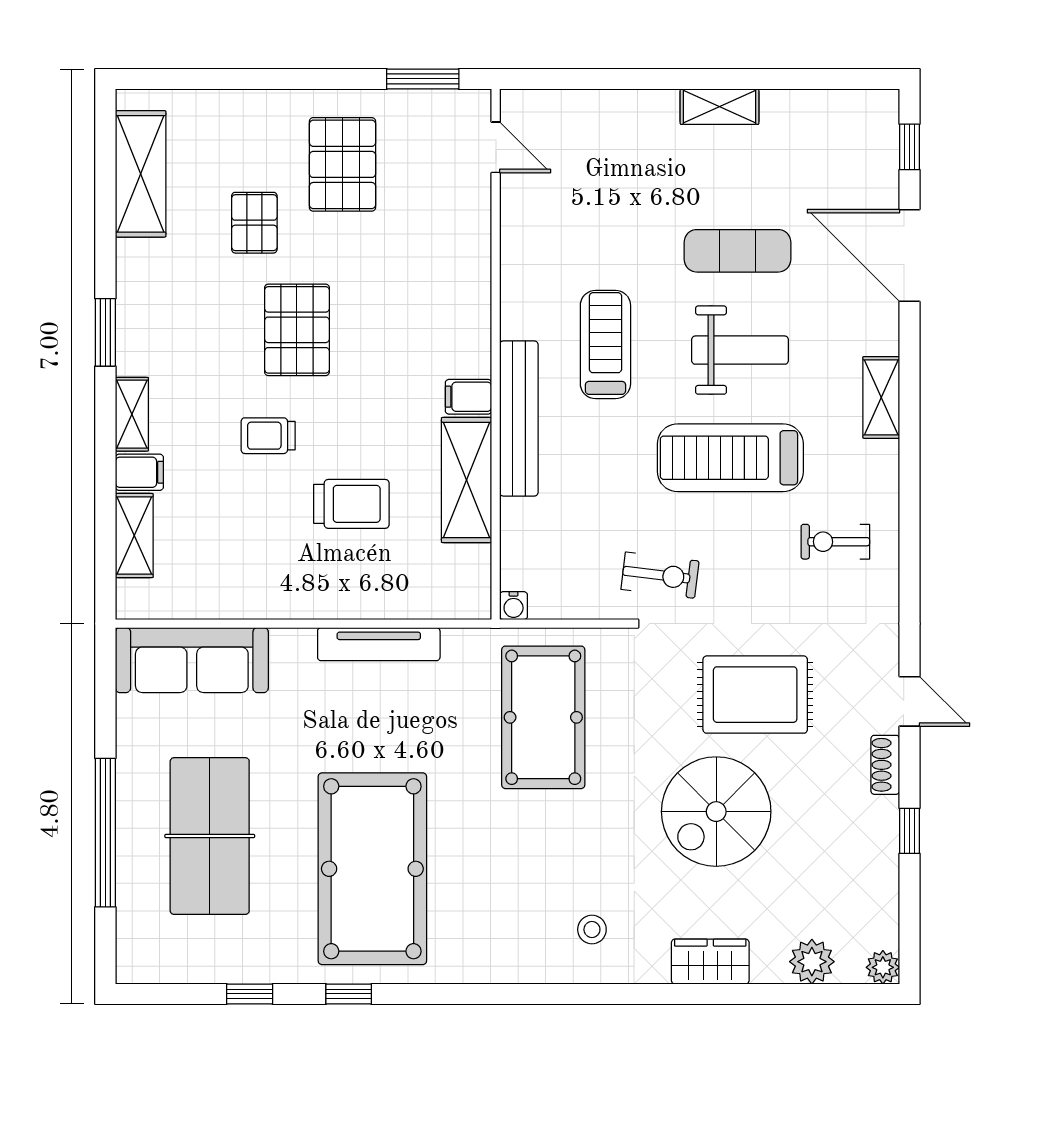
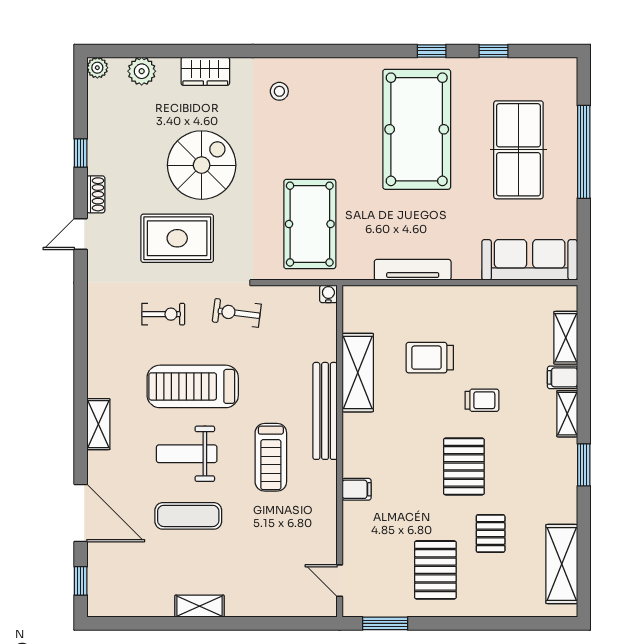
filing cabinet: (468, 397) -> (357, 489), moved
treadmill: (730, 458) -> (193, 386), turned 180
exercise bike: (835, 542) -> (163, 314), moved
door: (910, 701) -> (81, 234), hinge flipped

